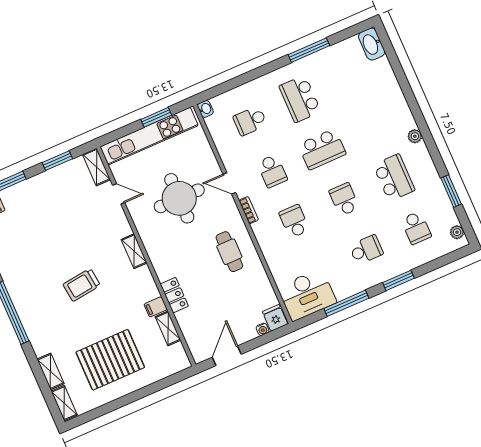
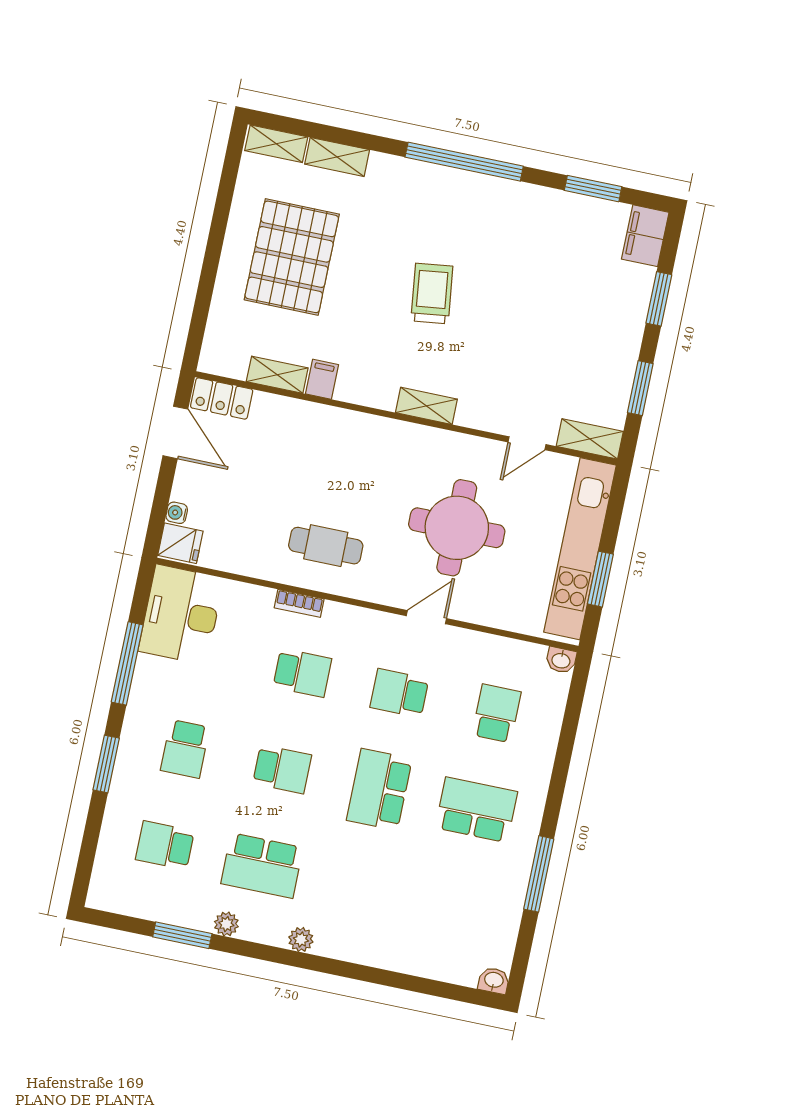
washbasin: (372, 44) -> (494, 981), width x0.52, depth x0.69
bookcase: (249, 210) -> (299, 603), moved
plant: (457, 232) -> (226, 924), moved
locker: (174, 295) -> (222, 398), moved

